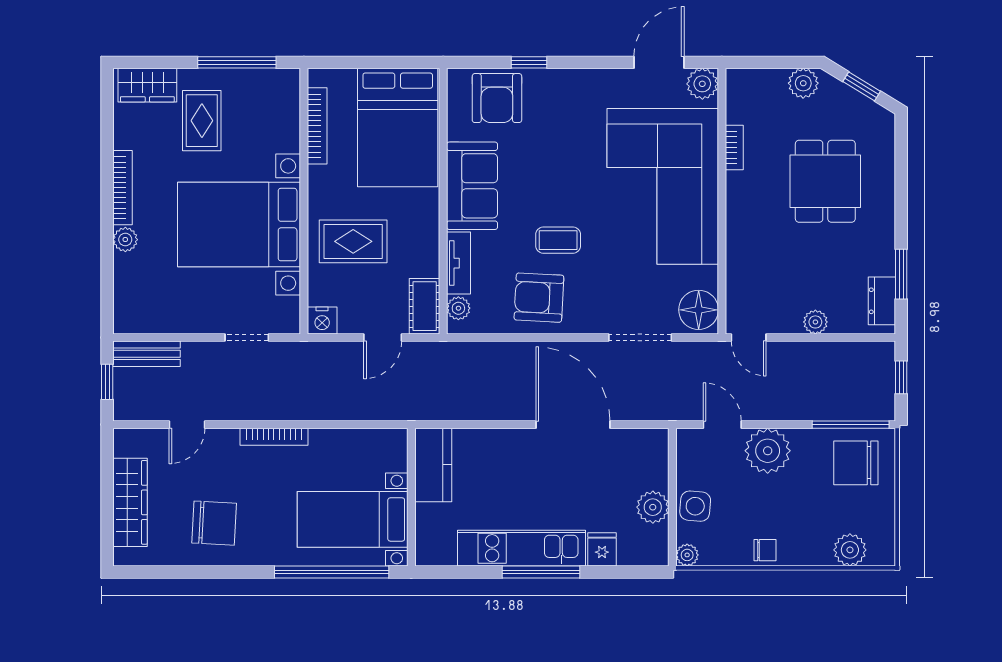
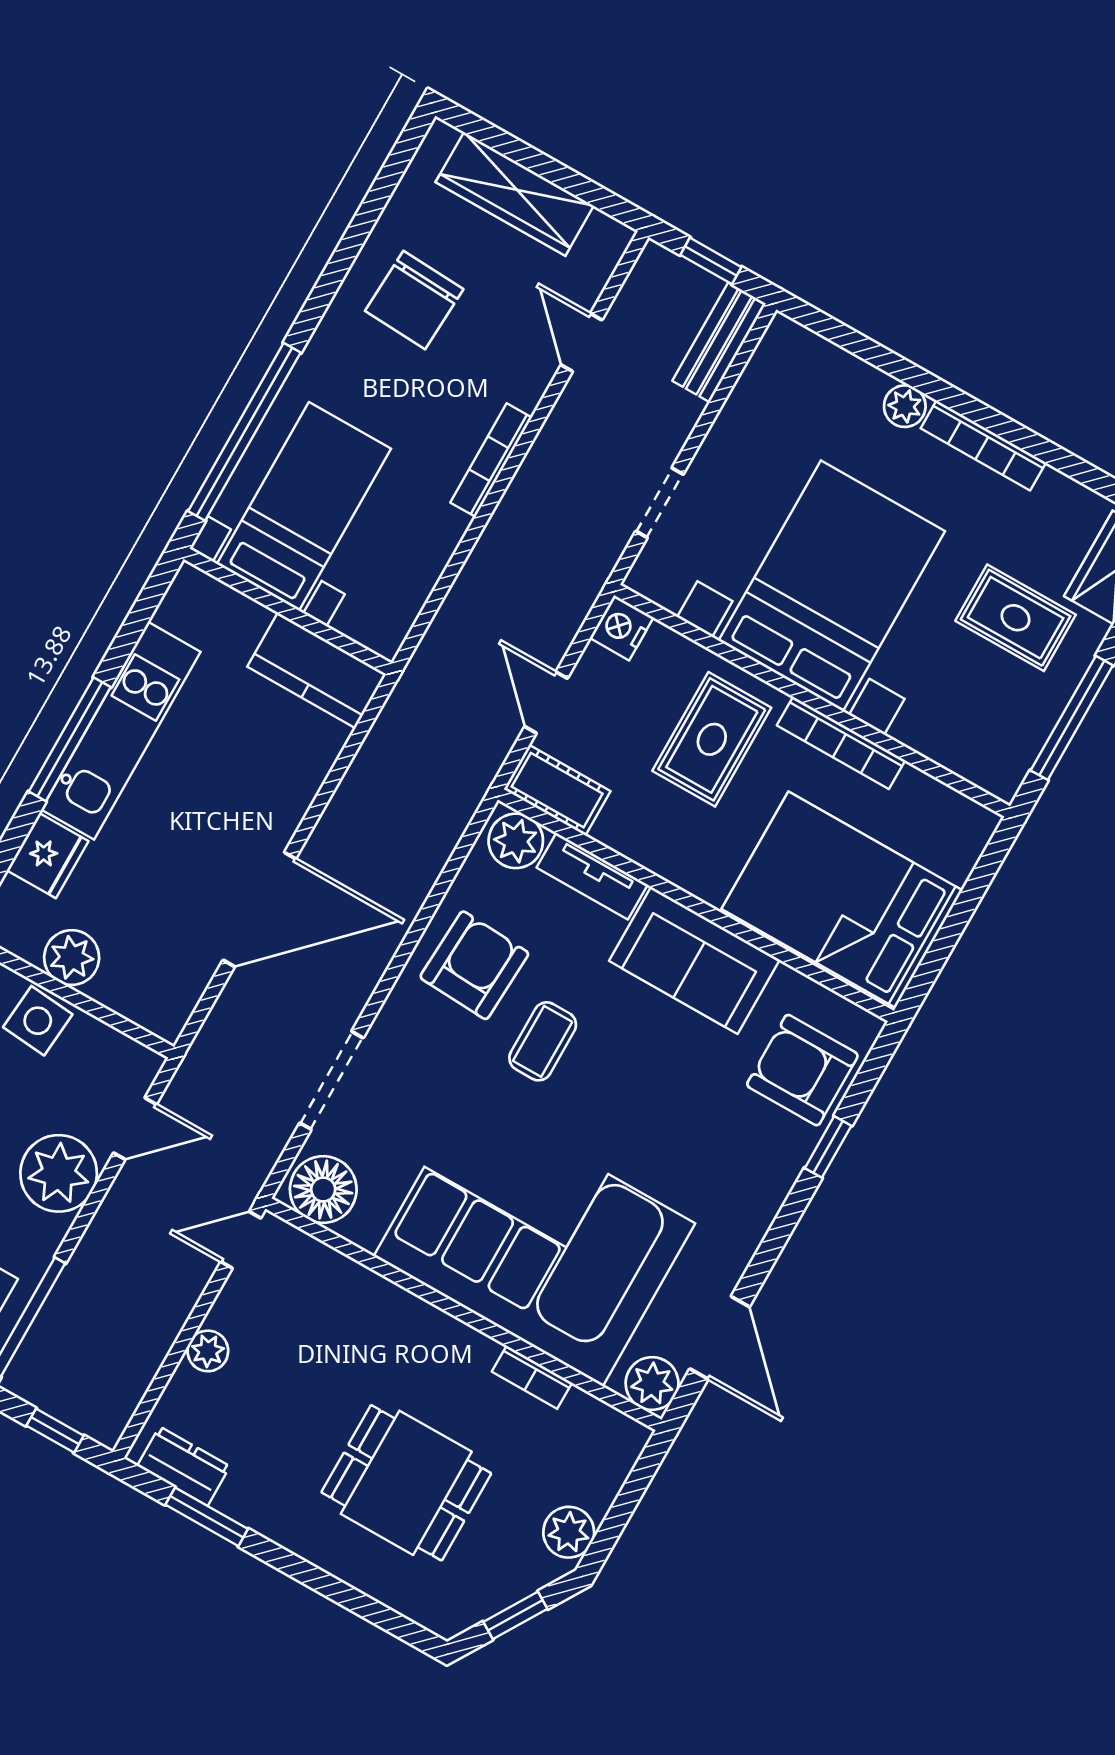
bookcase: (317, 126) -> (841, 743), moved
plant: (458, 308) -> (516, 841), width x1.38, depth x1.38
fridge: (602, 549) -> (48, 856), width x1.38

